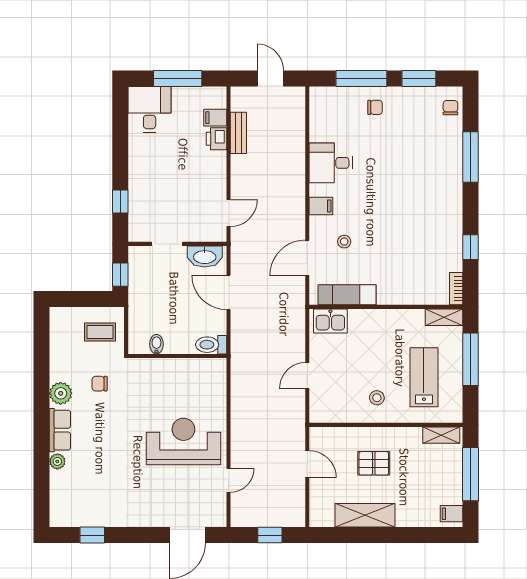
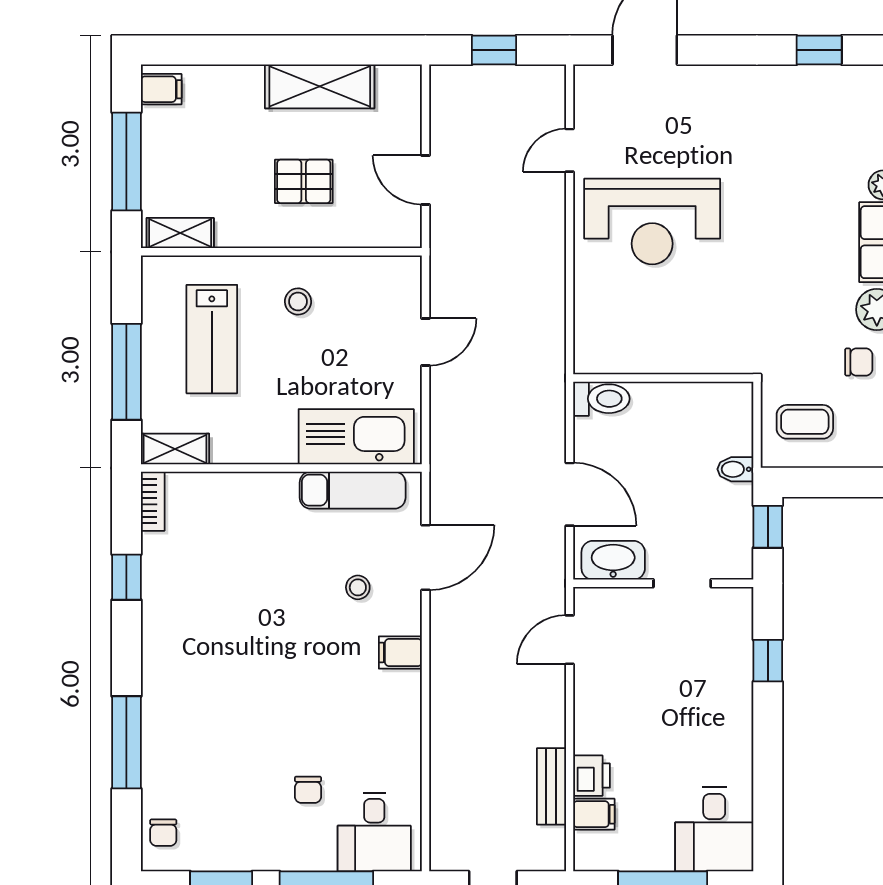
chair: (375, 107) -> (308, 790), moved, turned -90
desk: (331, 163) -> (374, 832), moved, turned 90
kitchen sink: (330, 321) -> (356, 437), width x1.88, depth x1.24
bidet: (157, 344) -> (735, 469), moved, turned 90
chair: (100, 384) -> (859, 362), moved

